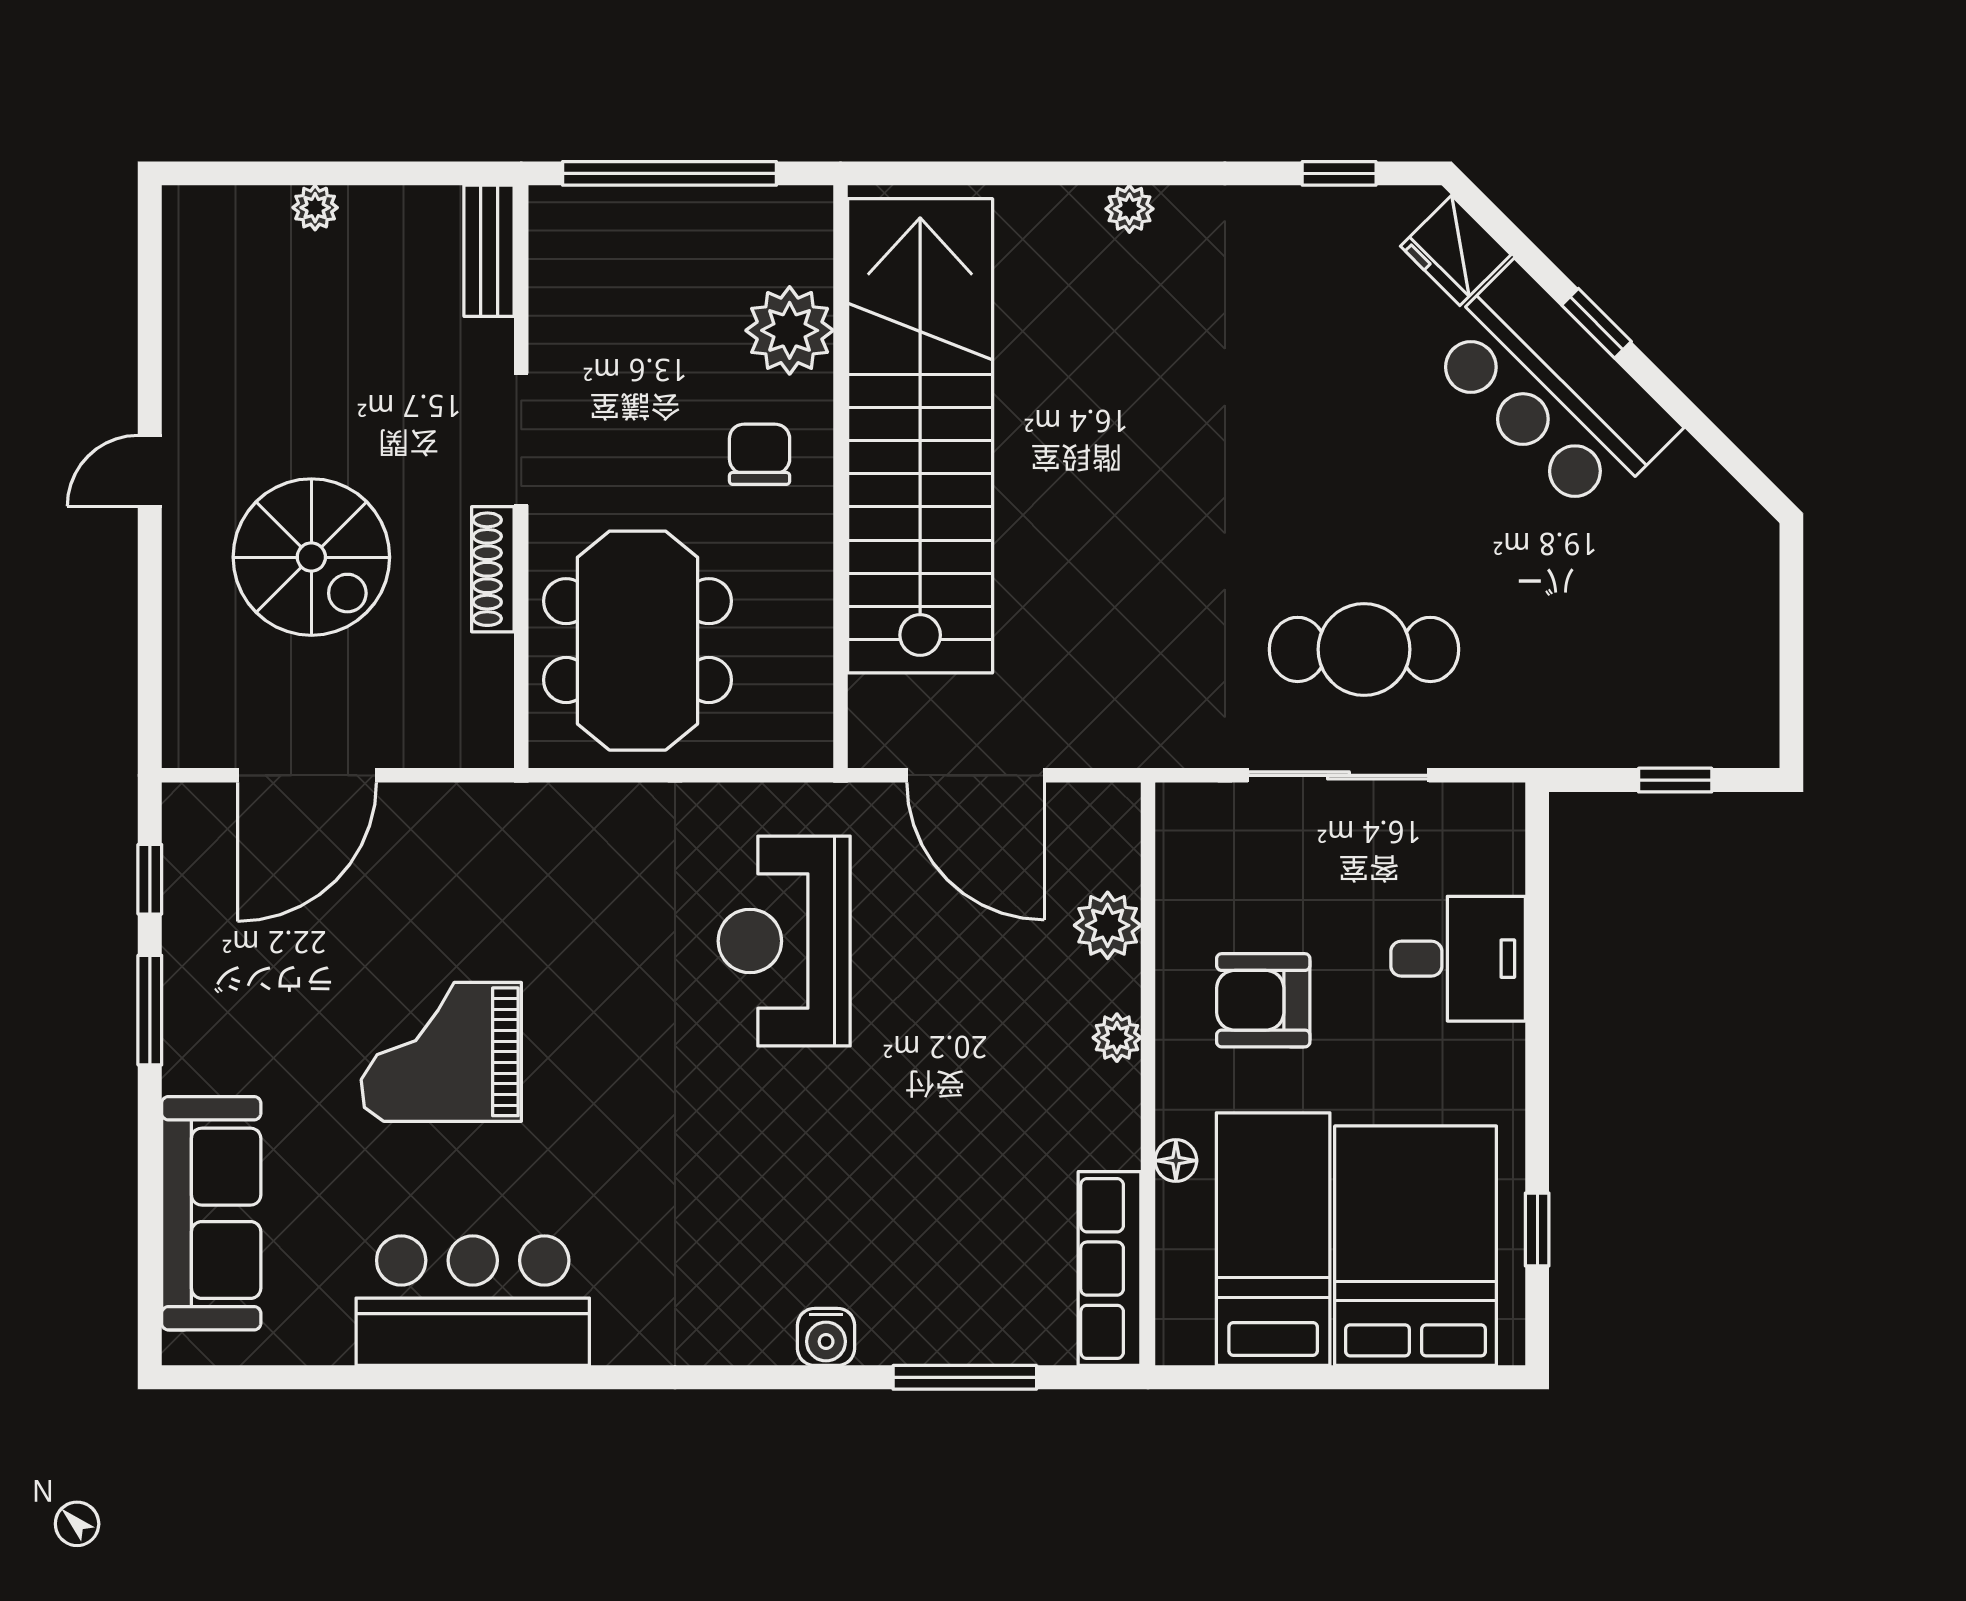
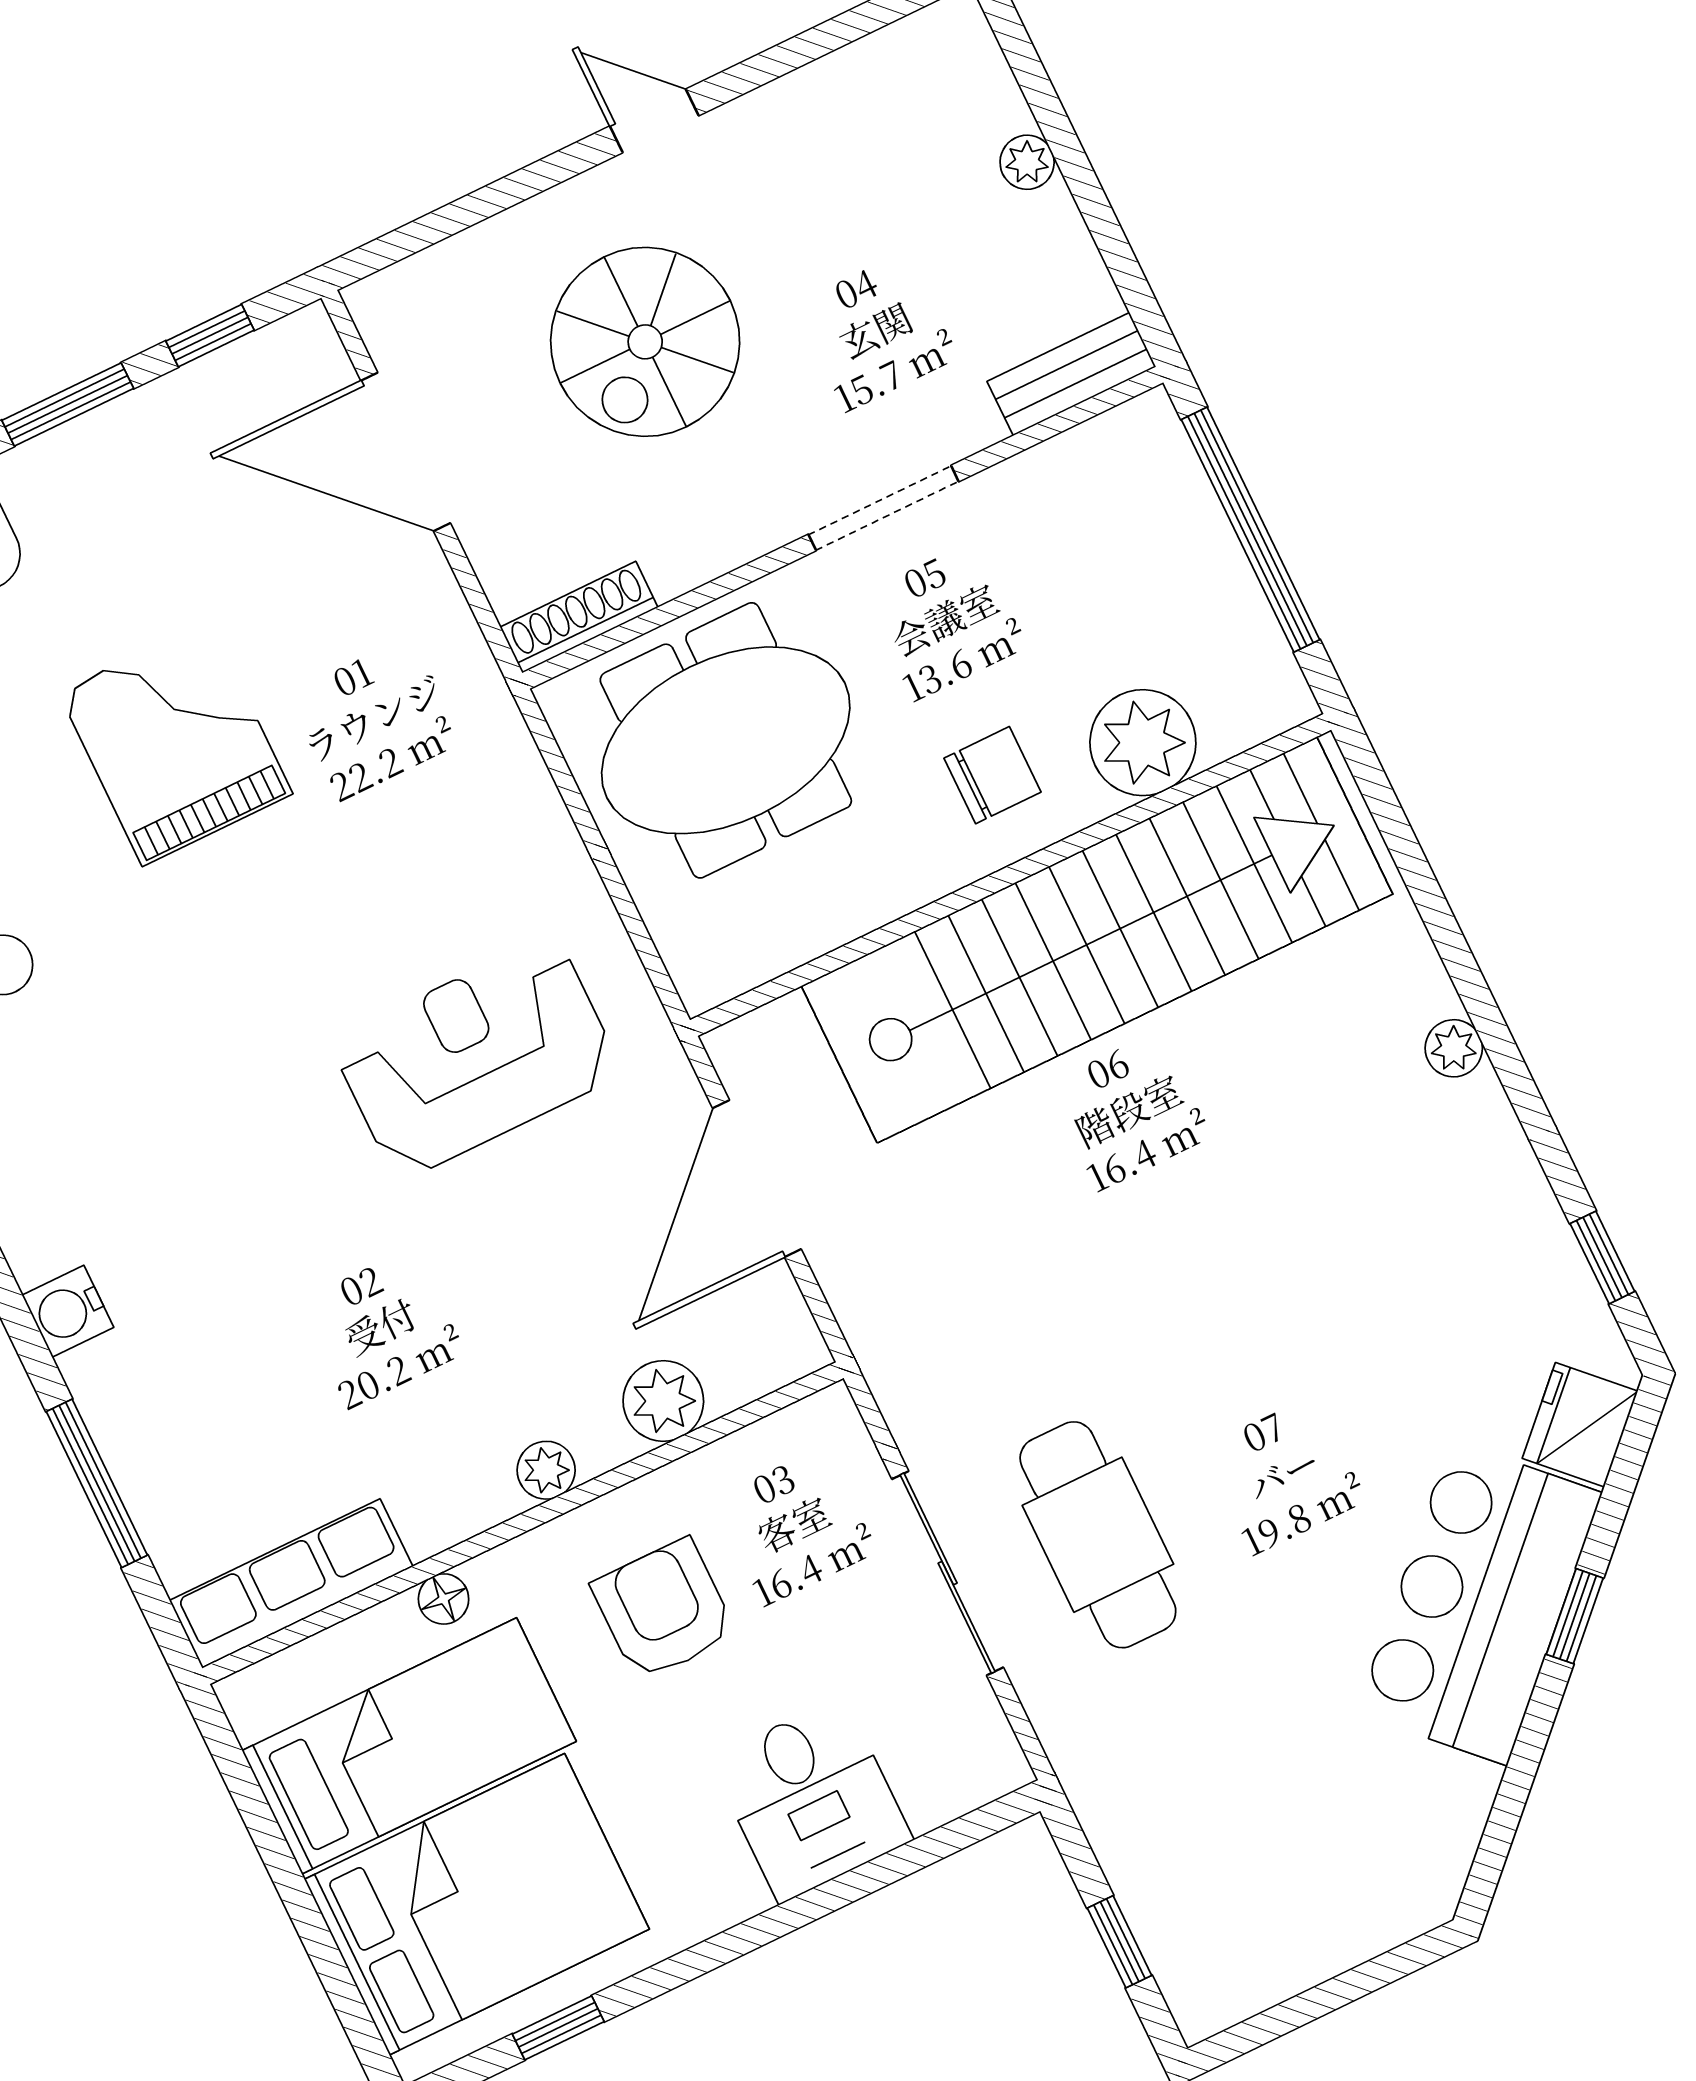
shoe rack: (493, 569) -> (579, 617), moved

